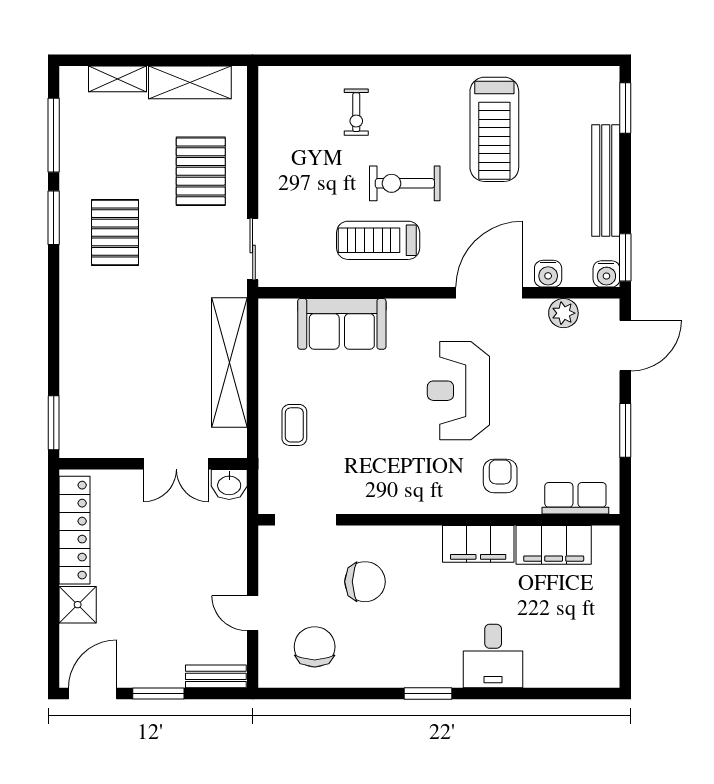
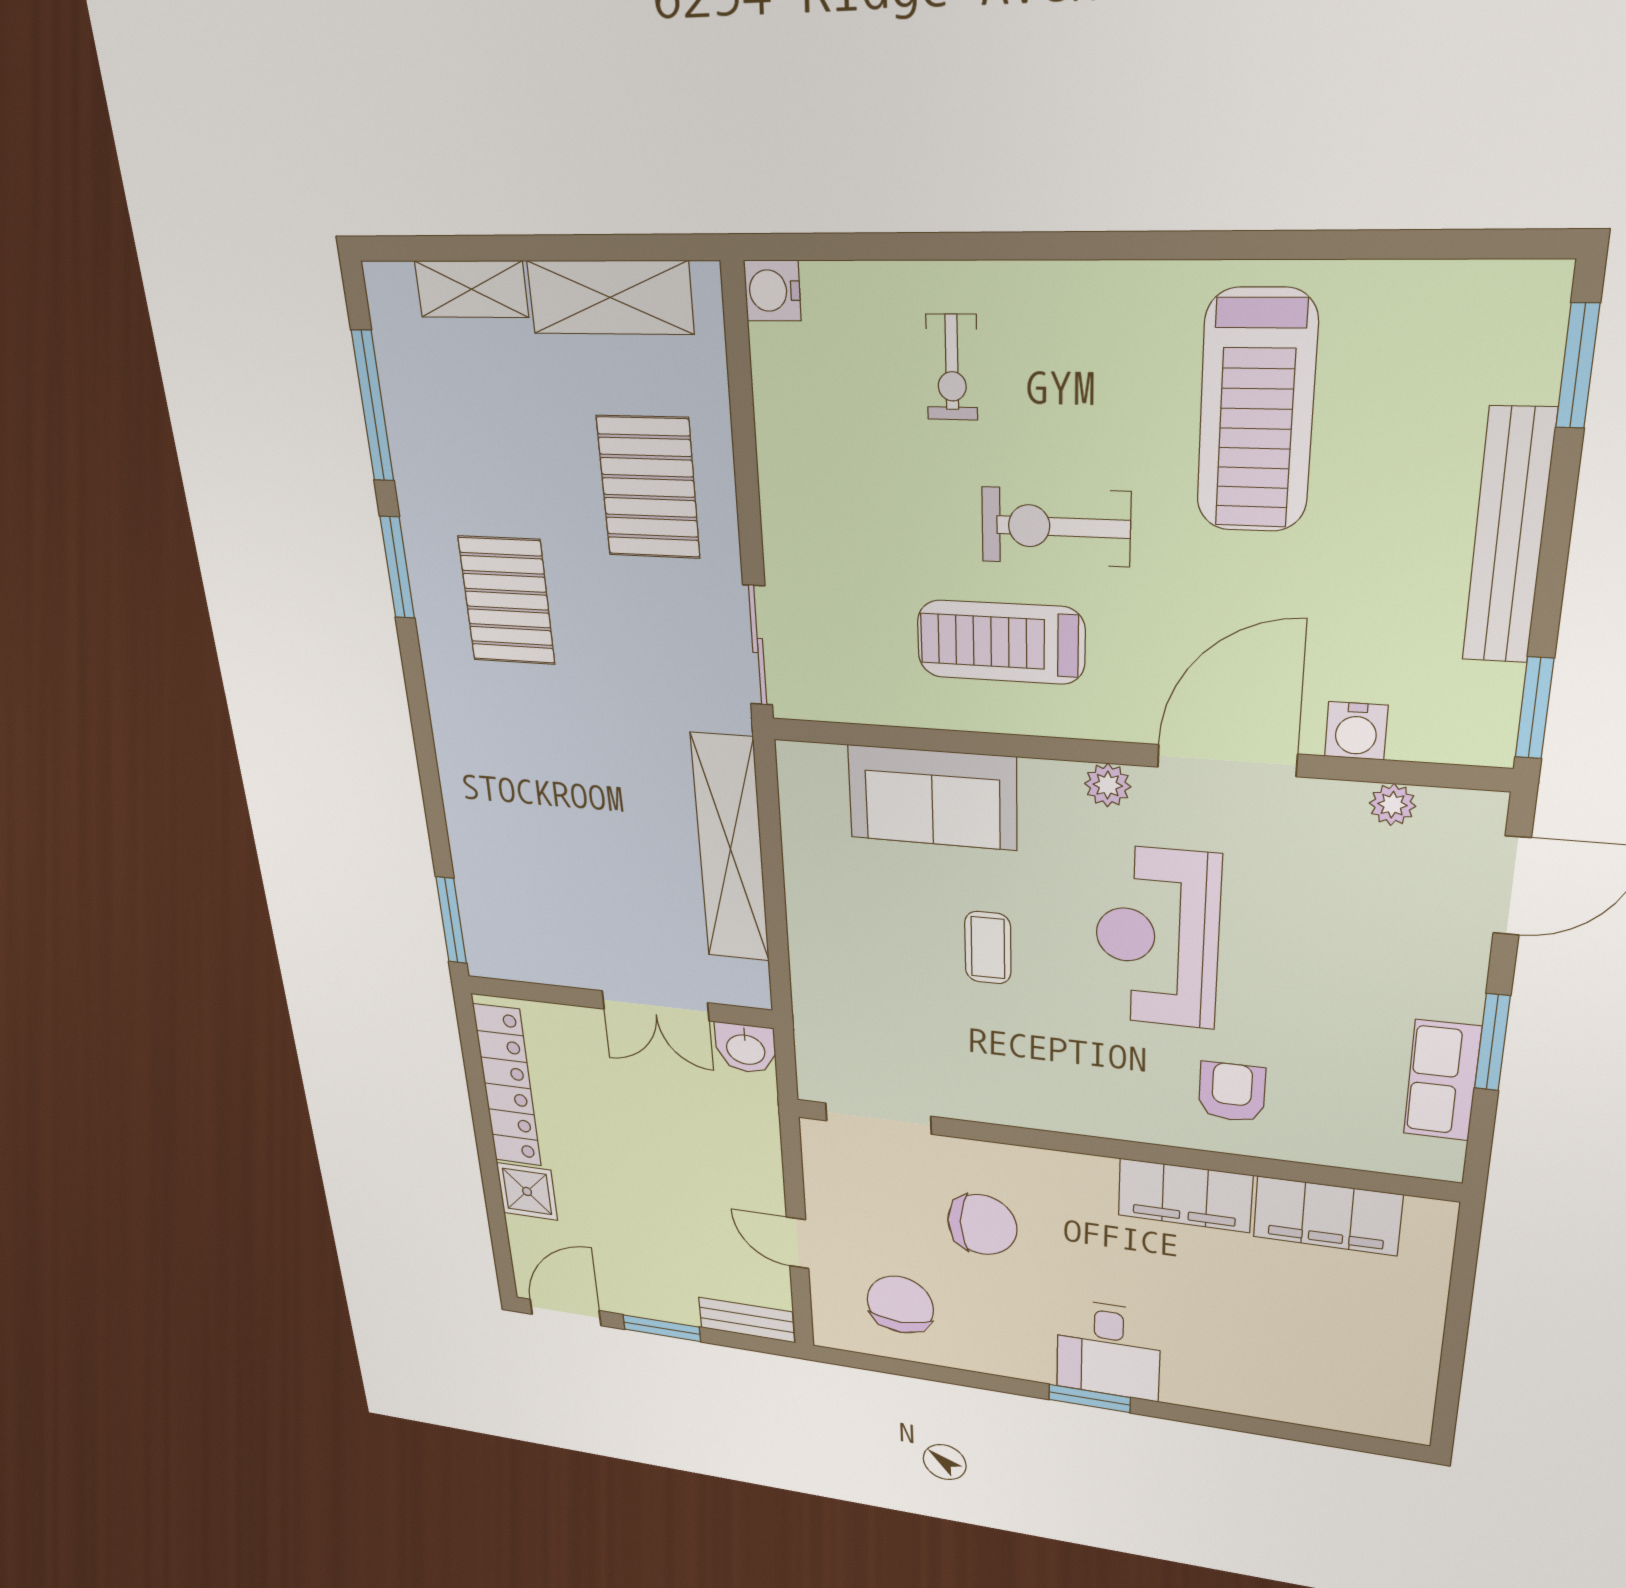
water cooler: (606, 274) -> (772, 291), moved, turned 90
plant: (432, 310) -> (1108, 785), added
plant: (563, 313) -> (1392, 805), width x0.73, depth x0.73
coffee table: (294, 425) -> (988, 948), moved
row of seats: (575, 498) -> (1442, 1081), moved, turned -90
desk: (493, 656) -> (1108, 1350), moved

